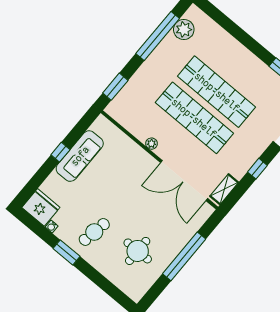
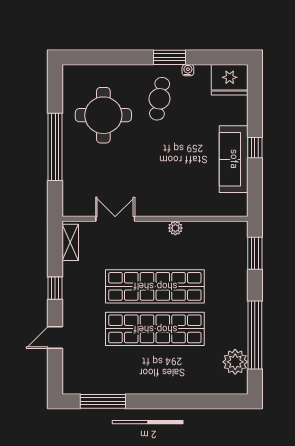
double door: (184, 180) -> (115, 219), width x0.54
water cooler: (52, 227) -> (188, 70), moved
round table: (138, 251) -> (103, 115), width x1.36, depth x1.36

